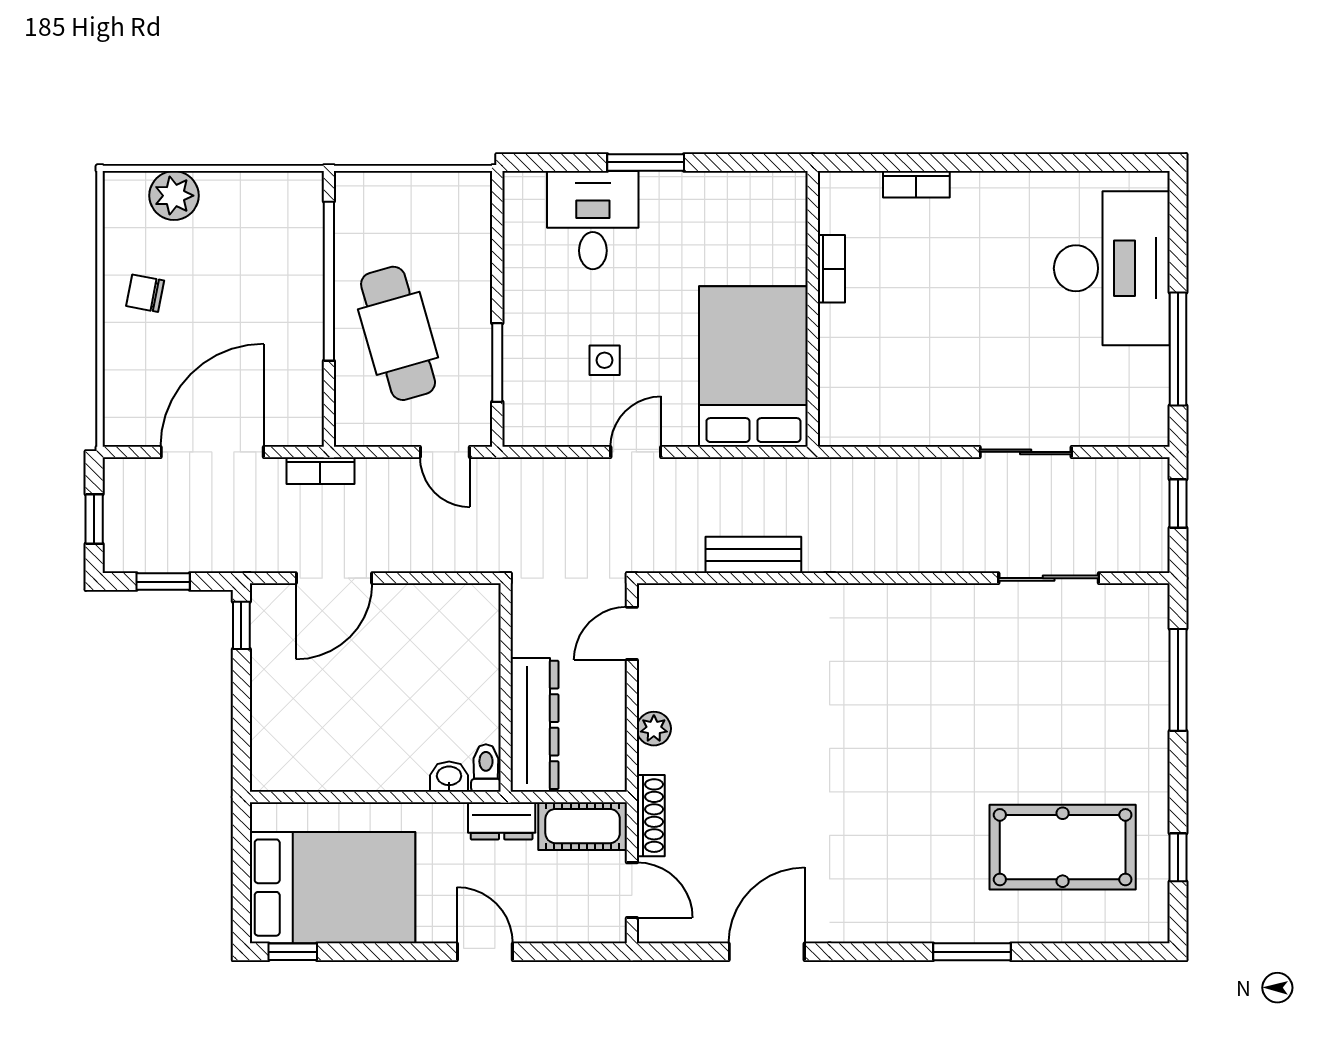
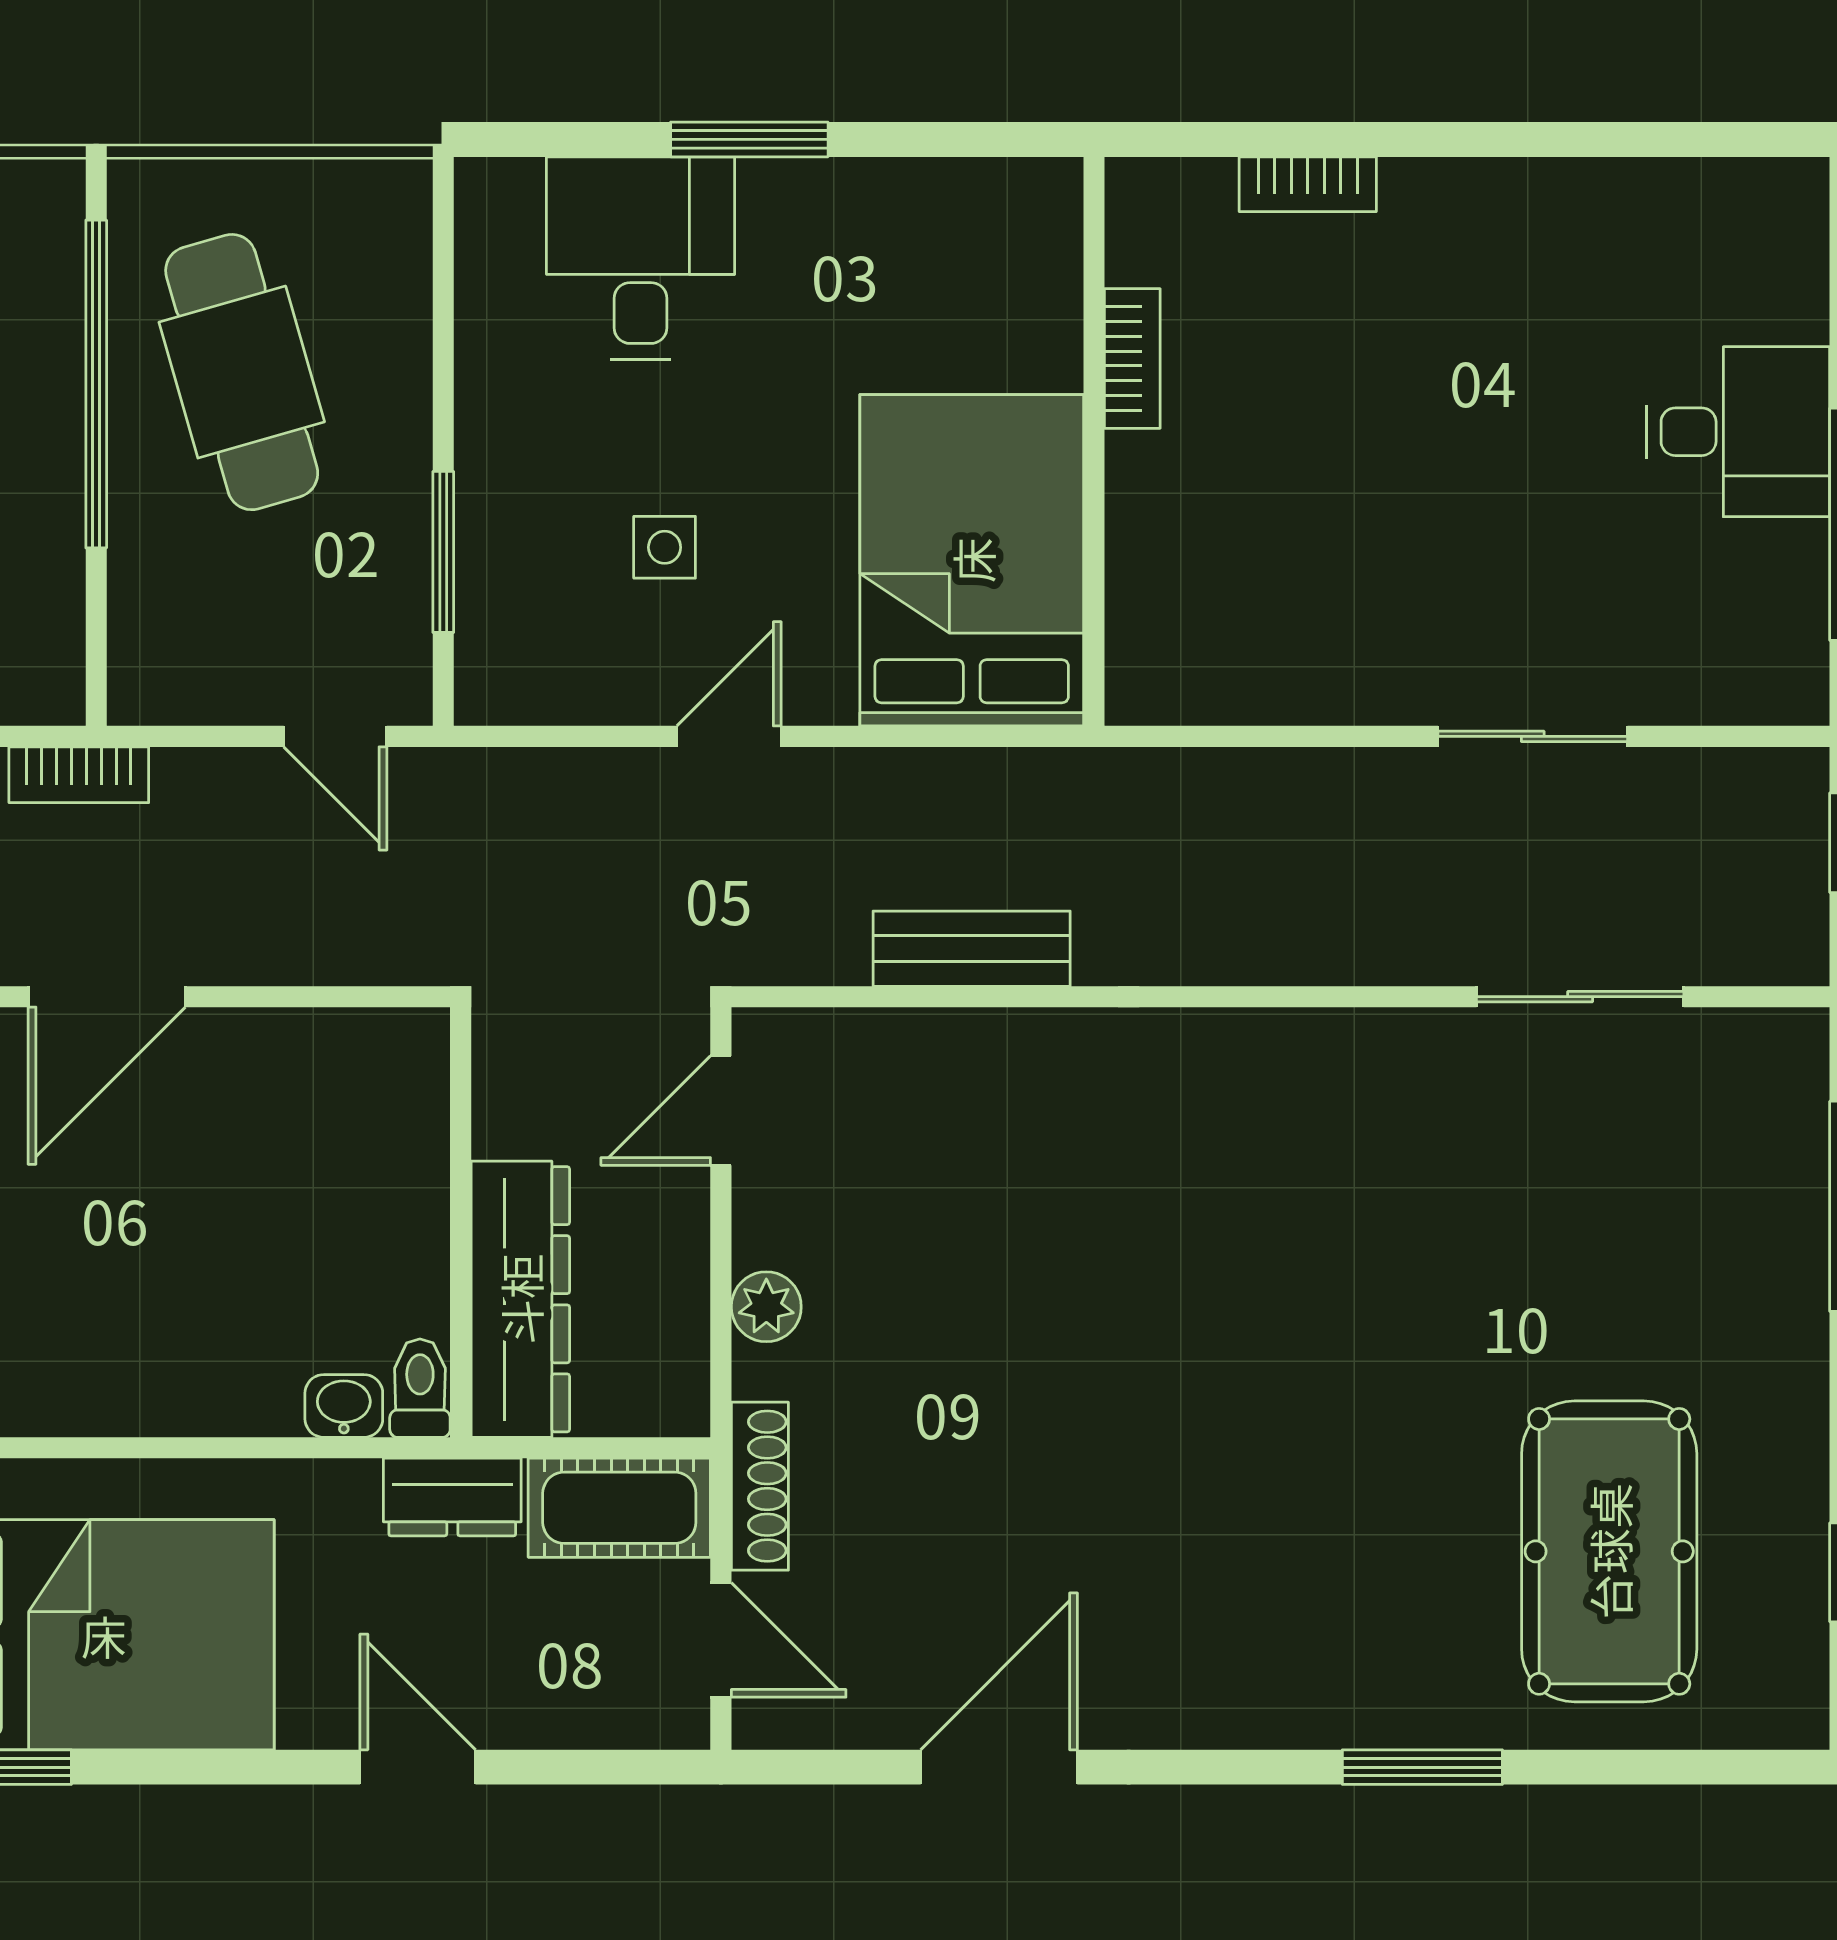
desk: (1112, 268) -> (1738, 432), width x0.53, depth x0.77
cafe table: (398, 333) -> (242, 372), moved
pool table: (1063, 847) -> (1609, 1551), turned 90

